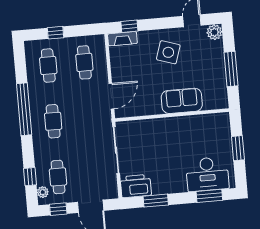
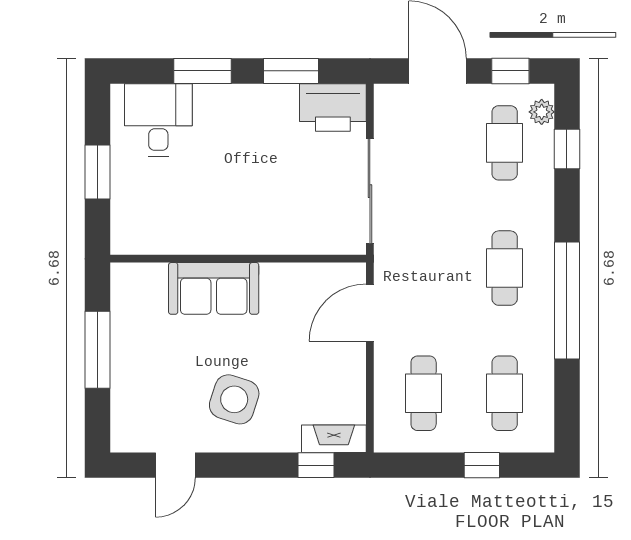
plant: (214, 32) -> (127, 435), removed
desk: (207, 174) -> (158, 120), width x0.73
window: (209, 196) -> (202, 71), moved

